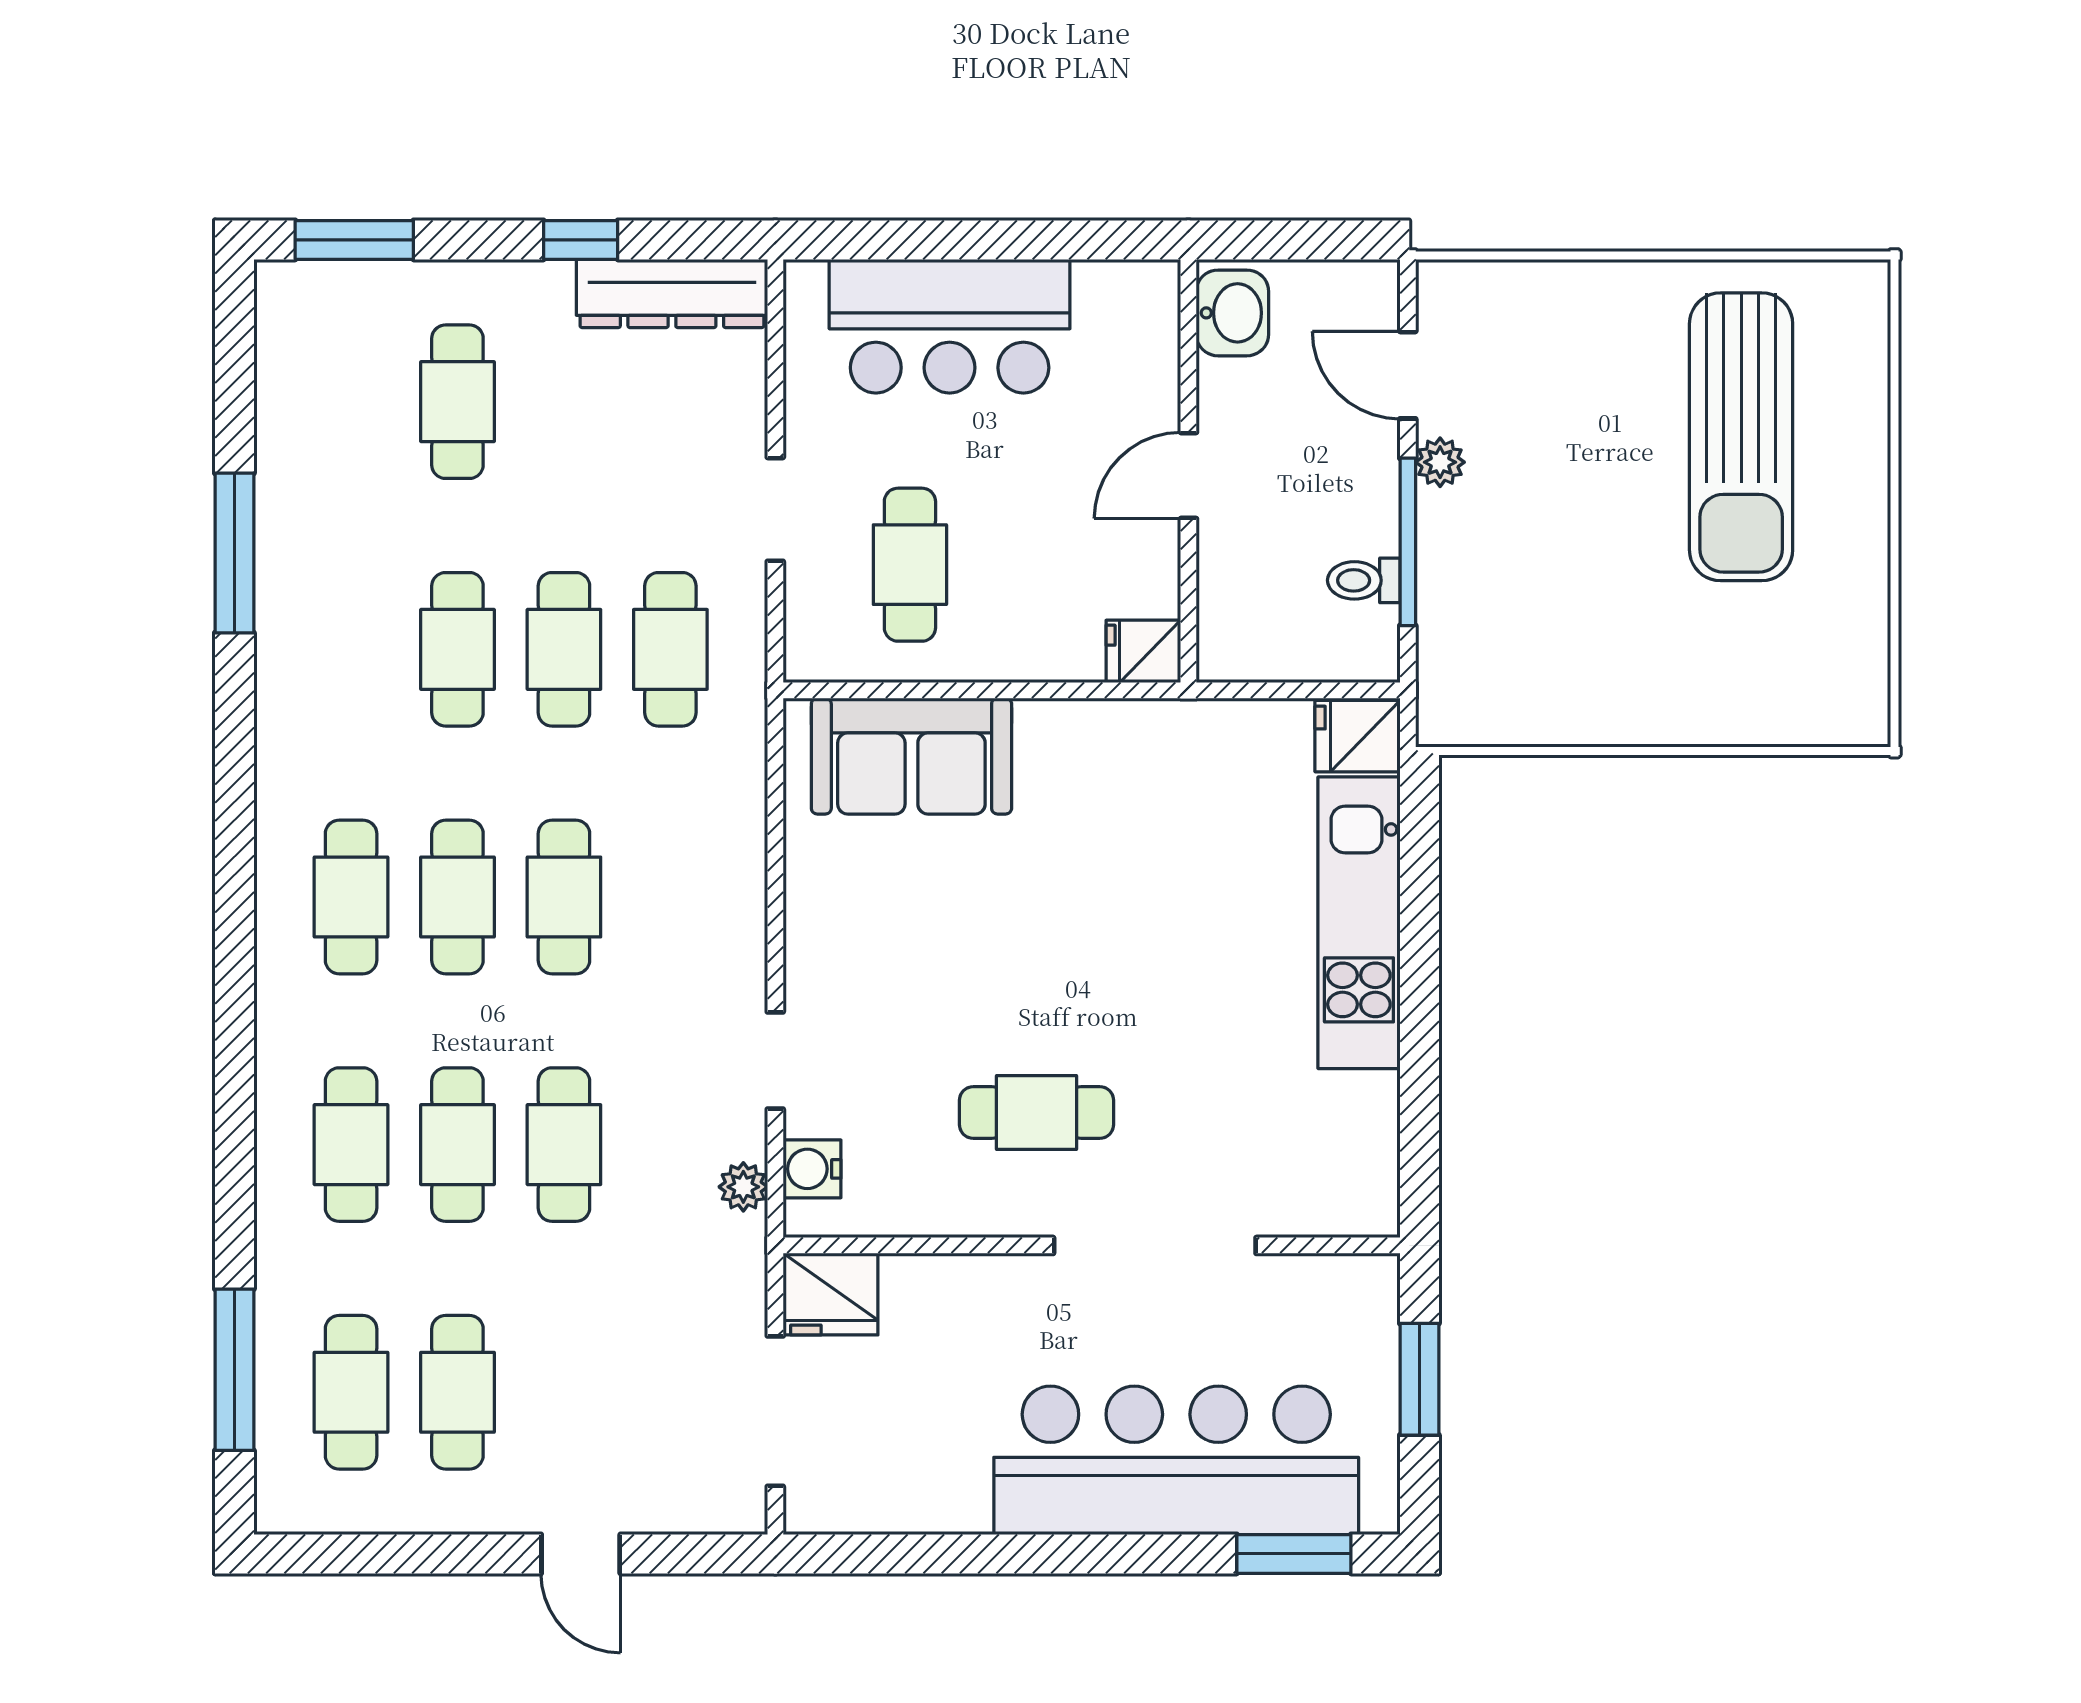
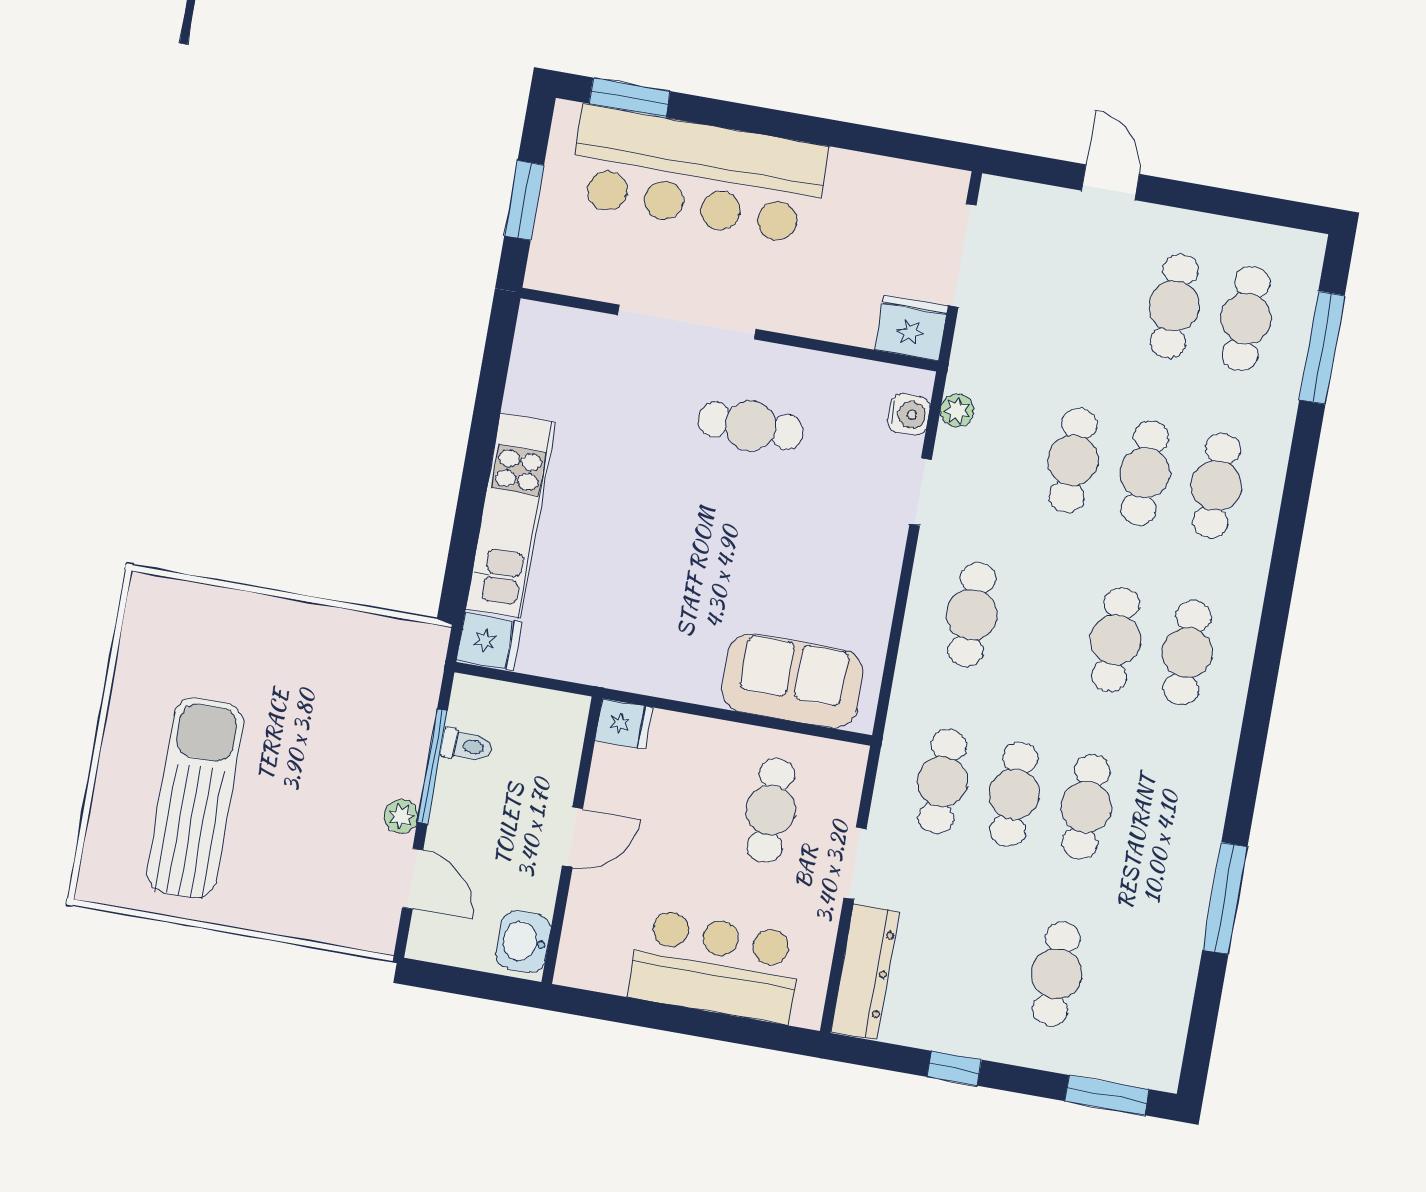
dresser: (672, 293) -> (865, 972), moved, turned 90
cafe table: (564, 897) -> (972, 615), moved

